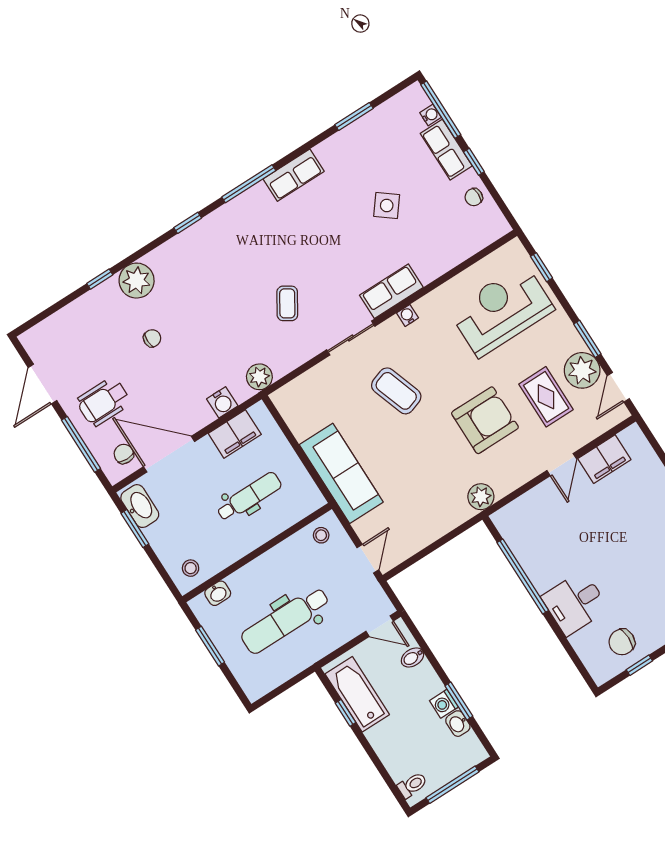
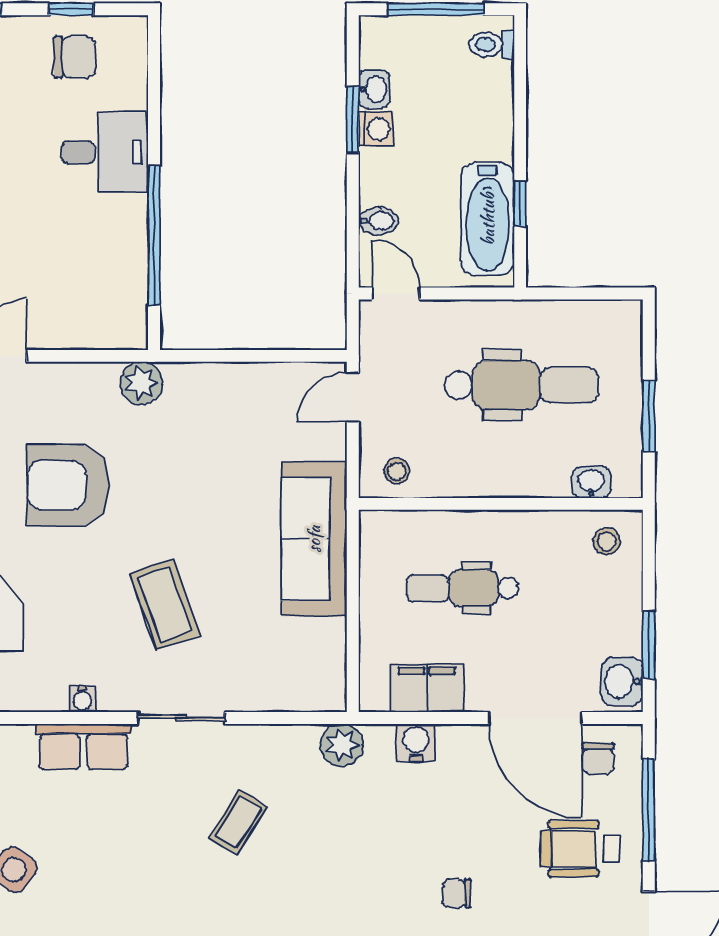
wheelchair: (103, 402) -> (580, 849), turned 180
washbasin: (140, 506) -> (622, 682), width x0.72

